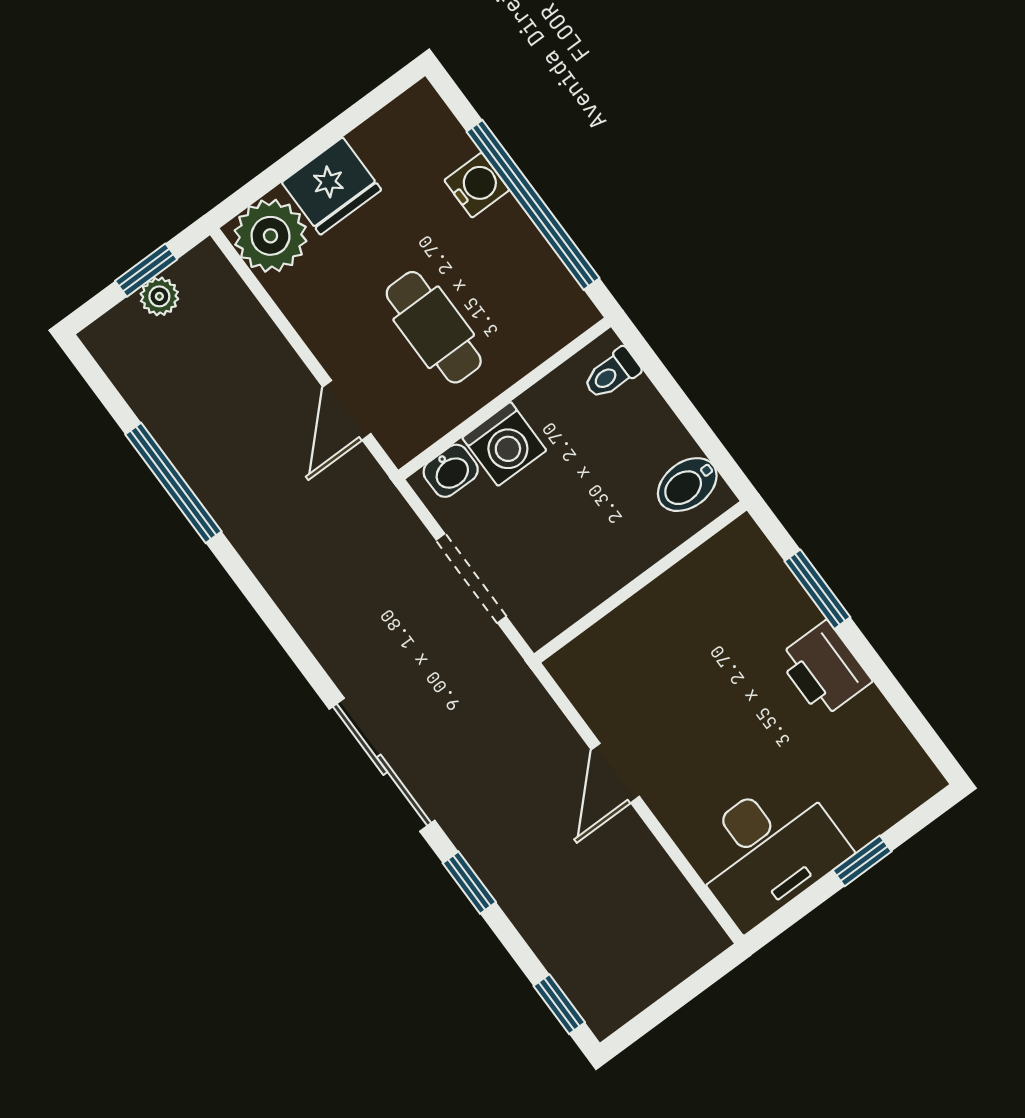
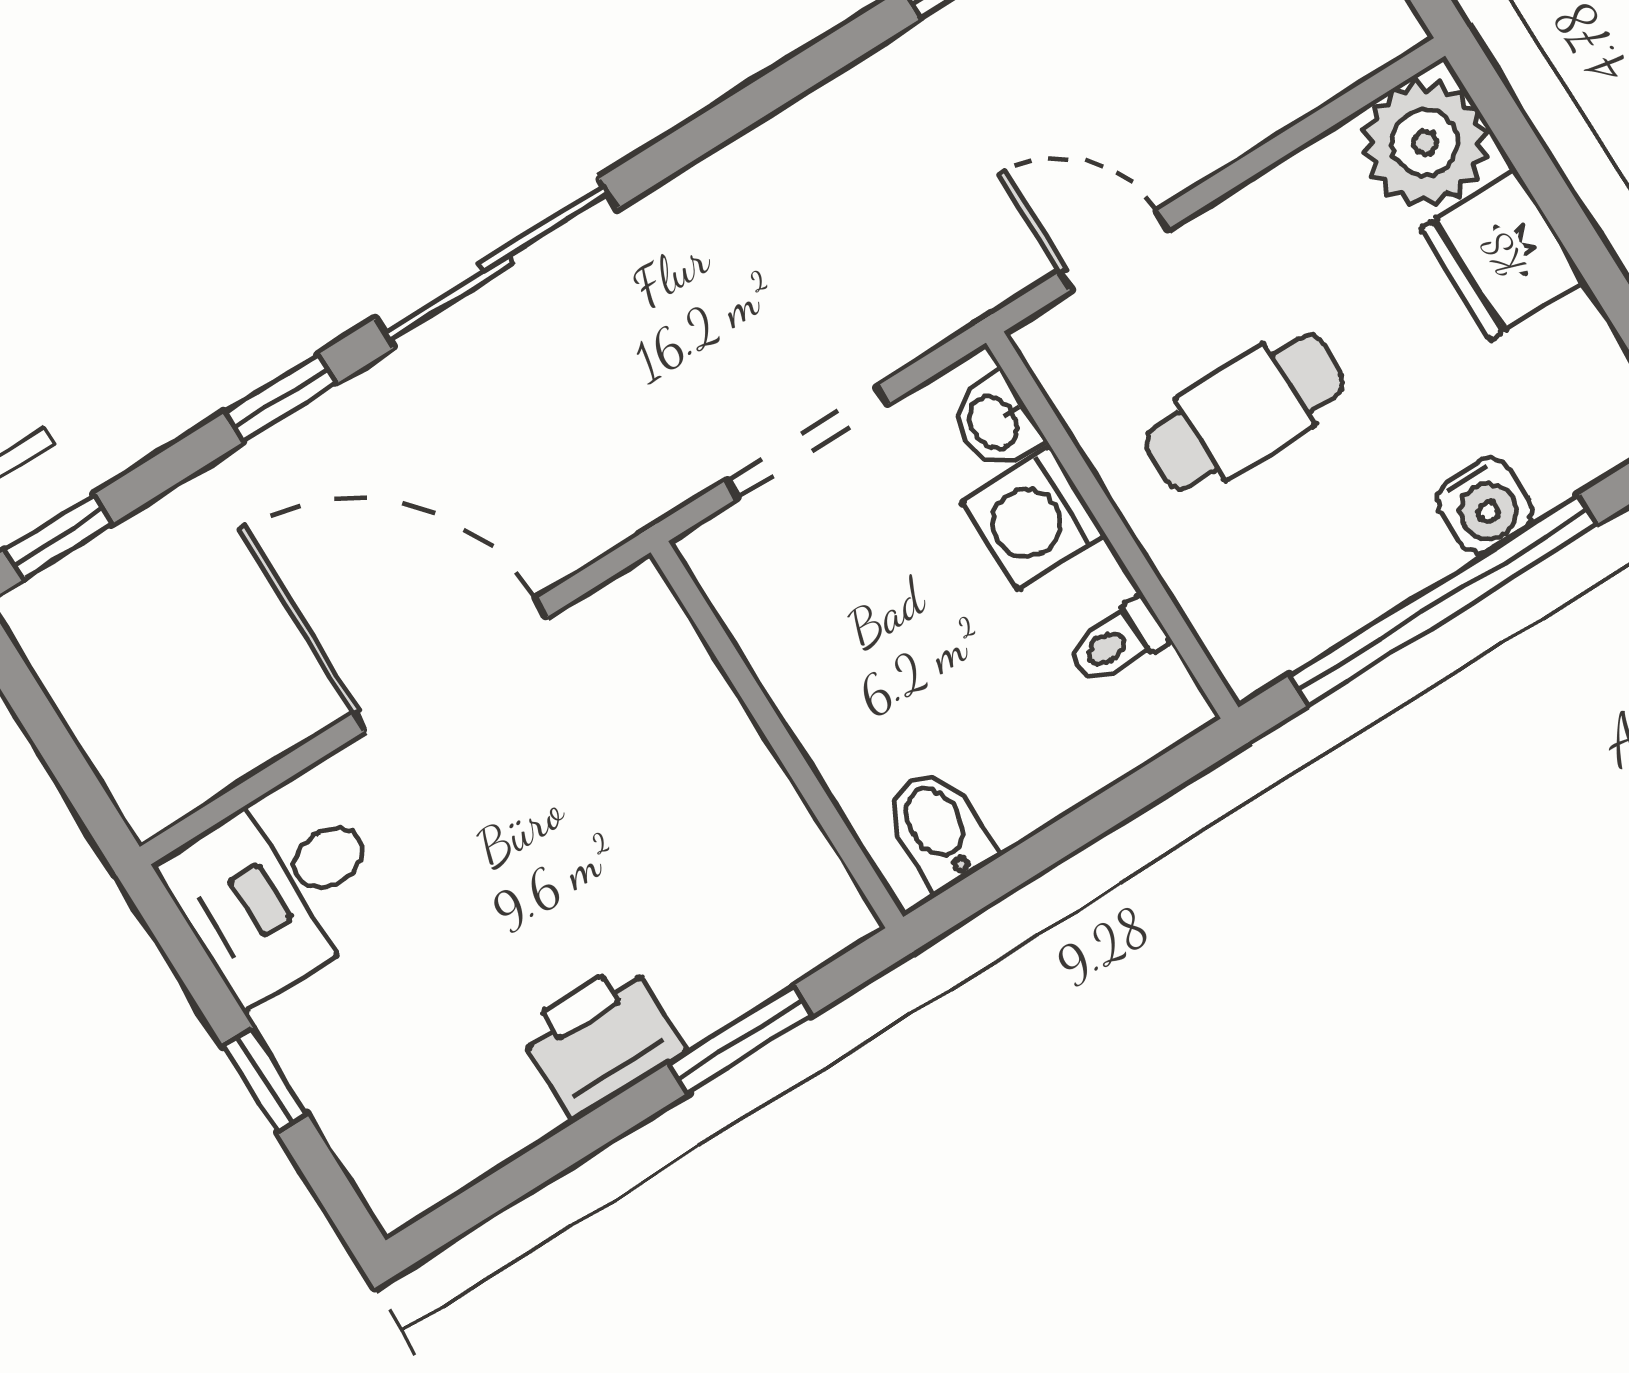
toilet: (612, 374) -> (1117, 642), moved, turned -90
door: (615, 773) -> (450, 665), width x1.88
desk: (767, 851) -> (278, 889), width x0.73

